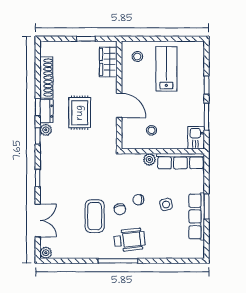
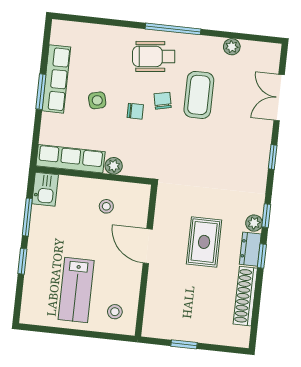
wardrobe: (108, 62) -> (156, 308), removed
plant: (46, 253) -> (232, 47), moved

